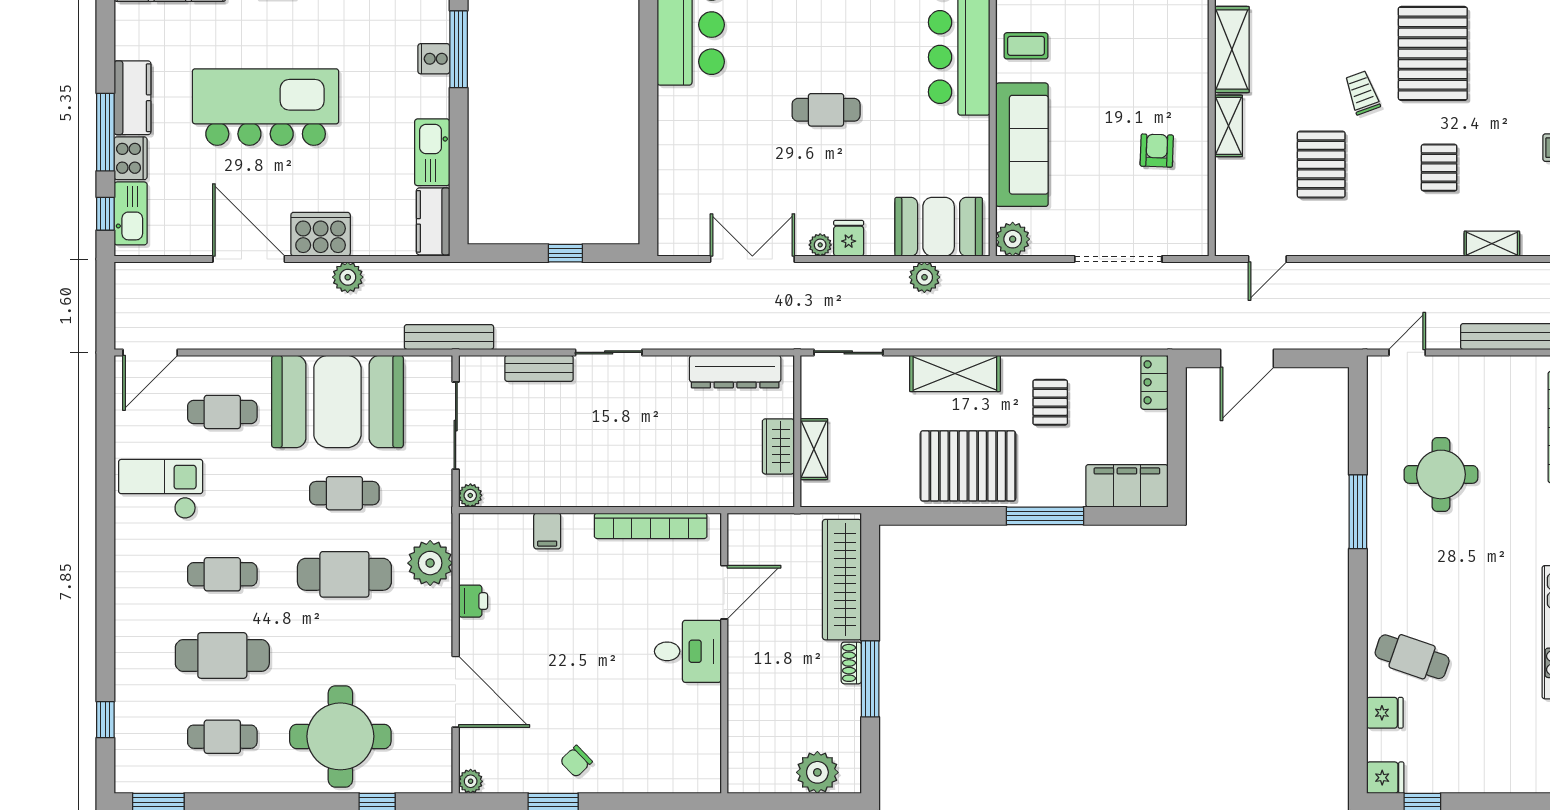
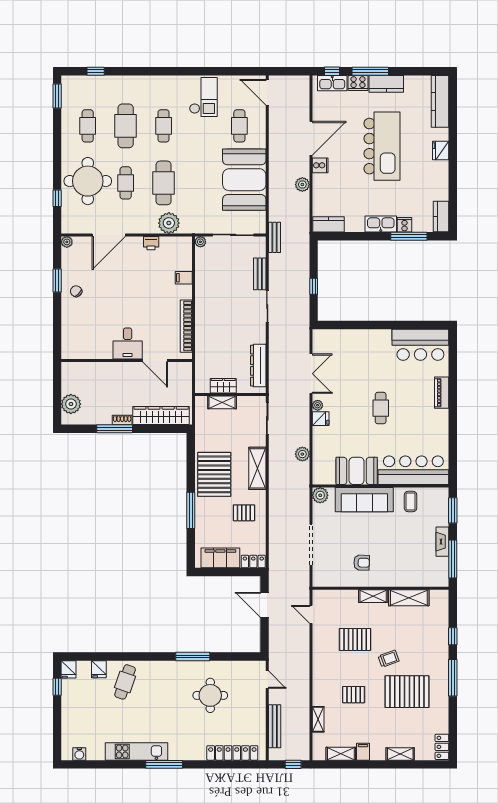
kitchen sink: (432, 152) -> (381, 224), moved
booth: (939, 227) -> (357, 471), moved, turned 90
cooker: (321, 234) -> (320, 165), width x0.53, depth x0.76
bench: (449, 337) -> (274, 237), width x0.73
filing cabinet: (1127, 486) -> (220, 558), moved, turned -90
cafe table: (344, 493) -> (126, 183), moved

